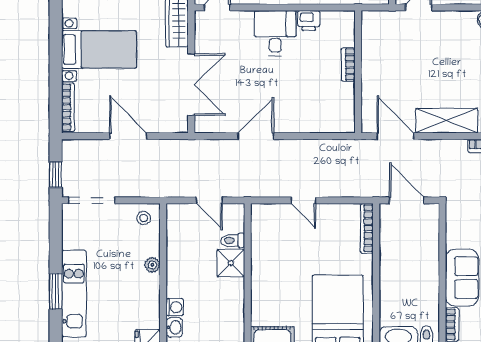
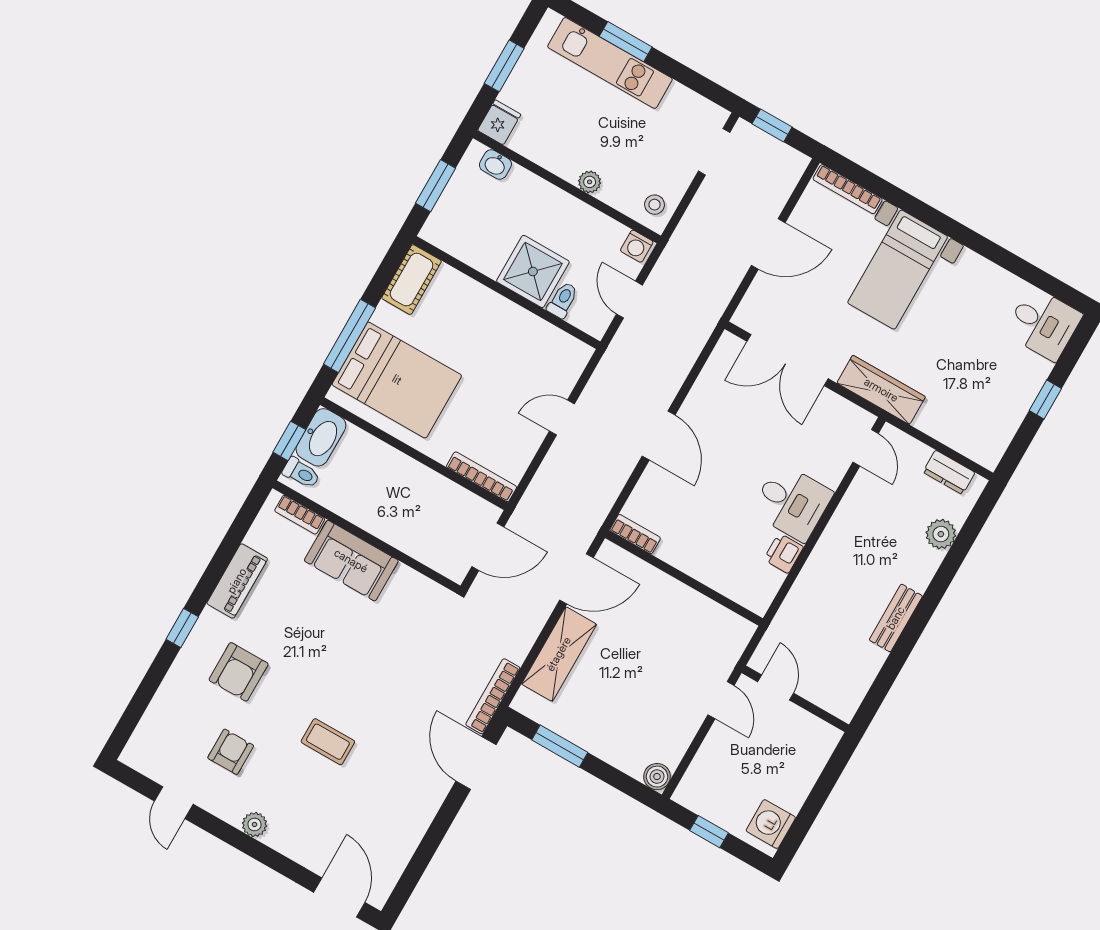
bookcase: (348, 64) -> (635, 534), moved
door: (256, 136) -> (659, 435), moved
doorway: (91, 200) -> (714, 152), width x0.73
door: (209, 200) -> (629, 300), hinge flipped
shower: (231, 263) -> (533, 271), width x1.36, depth x1.36
washing machine: (175, 307) -> (637, 246), moved

